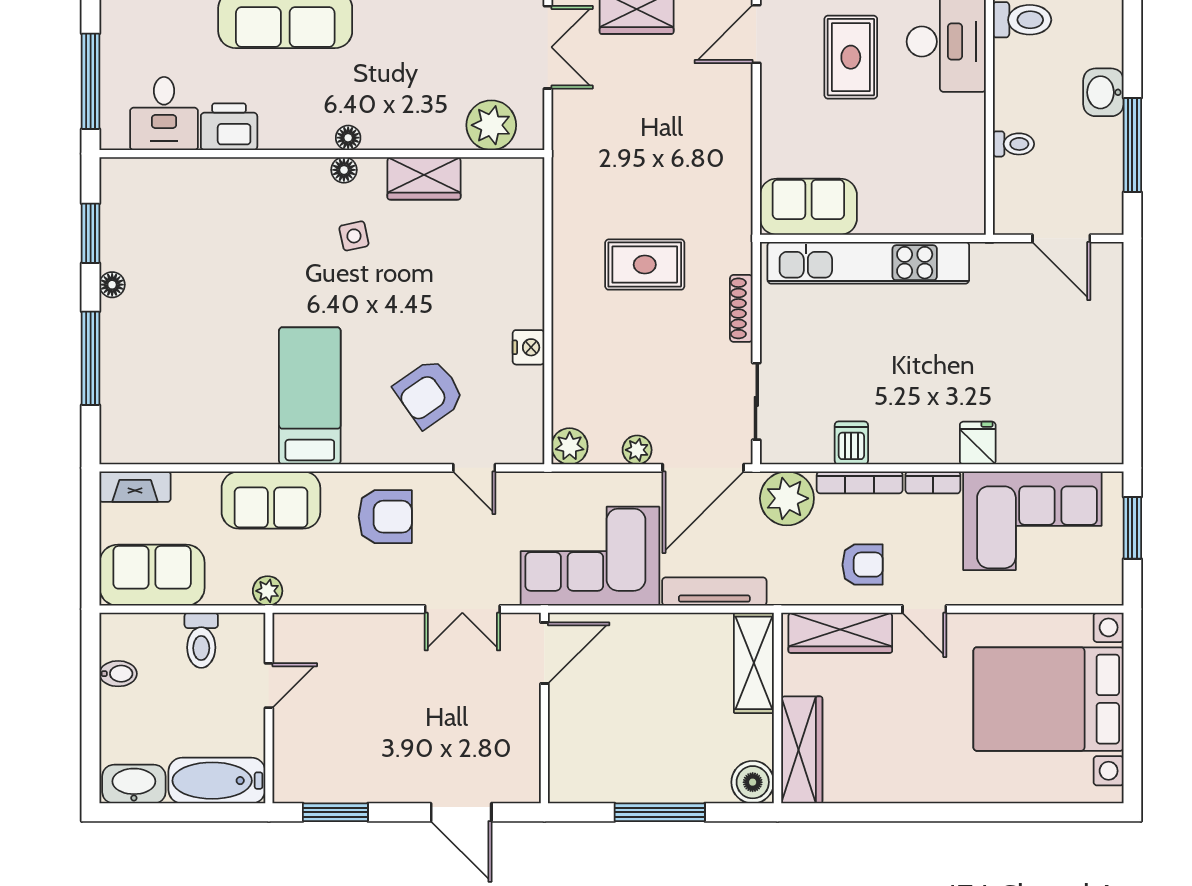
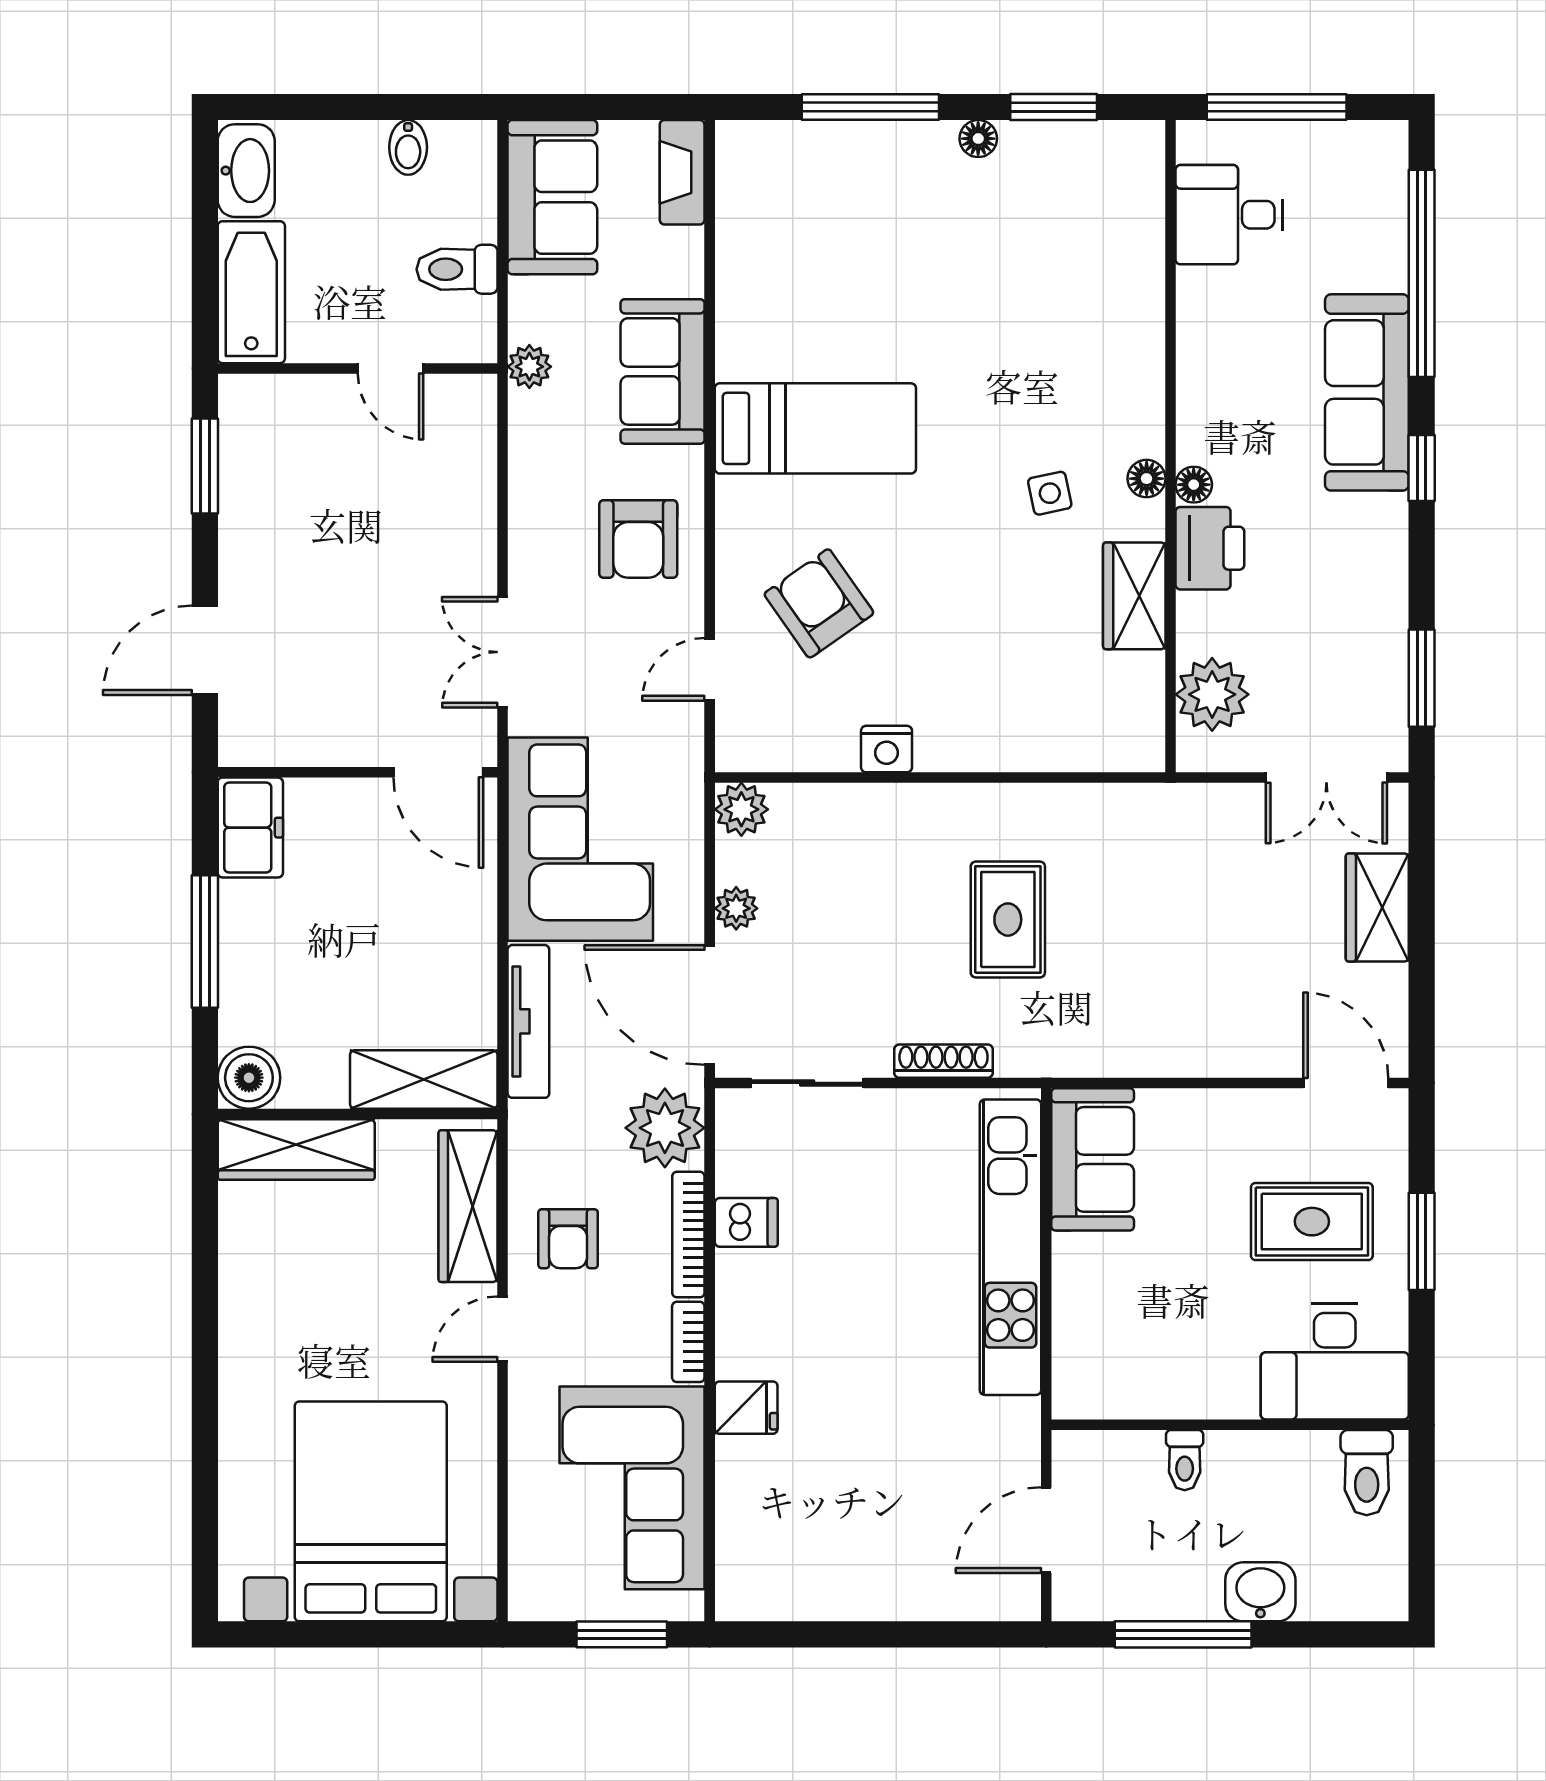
printer: (229, 127) -> (1210, 548), moved
freezer: (582, 781) -> (250, 828), added

